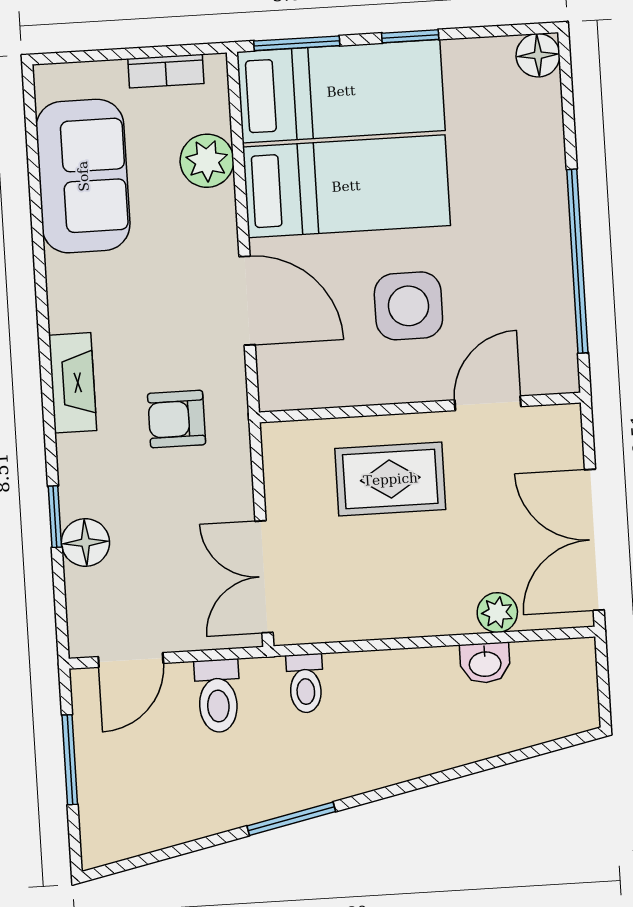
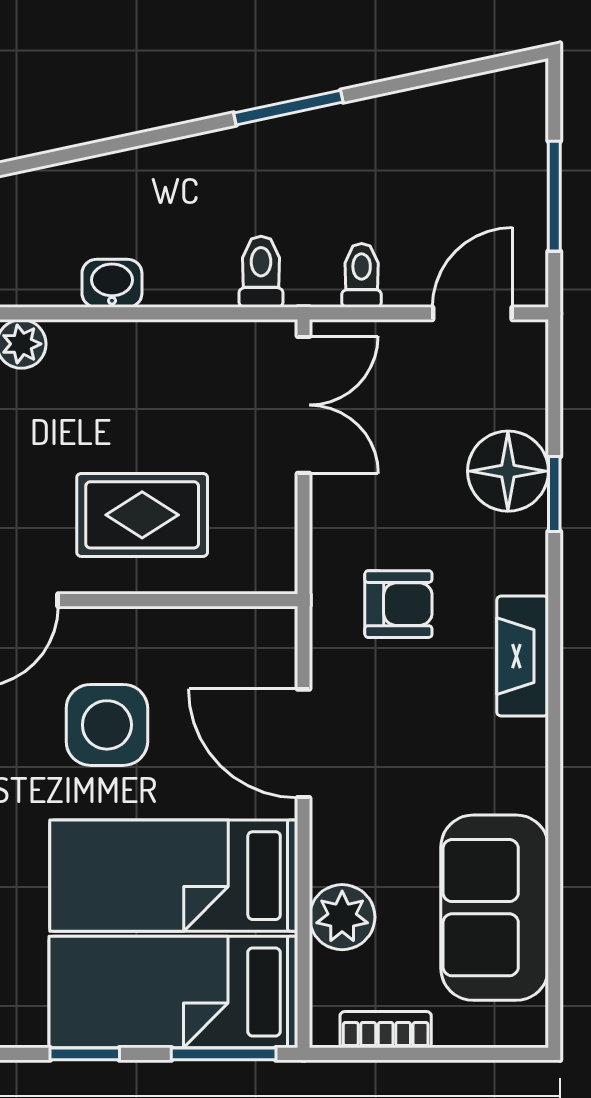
floor lamp: (85, 543) -> (508, 471), width x1.38, depth x1.38
washbasin: (485, 663) -> (112, 283), moved
toilet: (218, 696) -> (362, 275), width x0.73, depth x0.72

